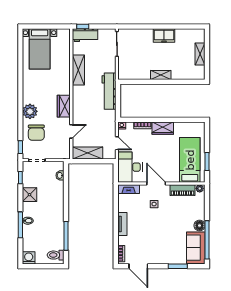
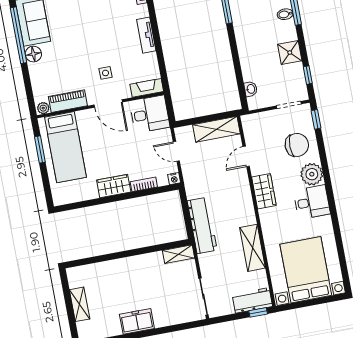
bed with nightstands: (40, 49) -> (306, 270), width x1.36
shelving: (161, 75) -> (179, 254), moved
desk: (33, 93) -> (312, 202), added
chair: (36, 133) -> (297, 145), turned 90
desk: (130, 167) -> (150, 114), width x0.73

